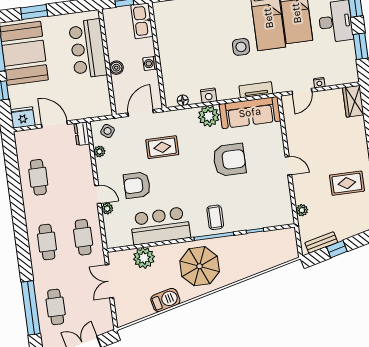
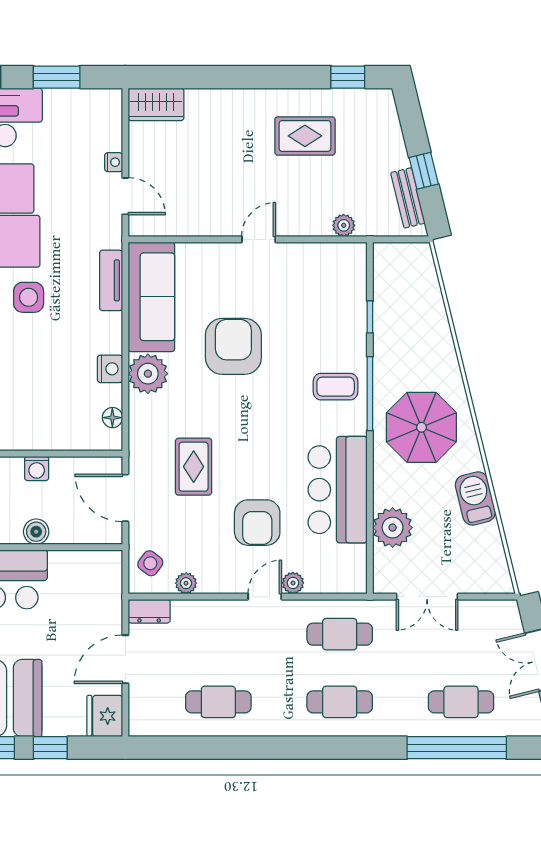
rug: (347, 183) -> (305, 136), turned 90

